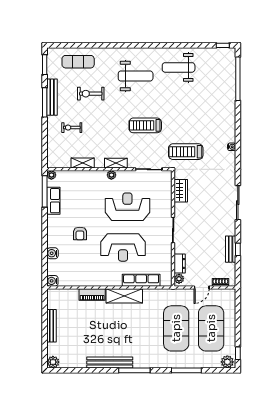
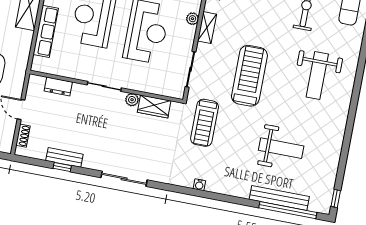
weight bench: (179, 67) -> (281, 148), moved, turned 90
bench: (230, 87) -> (279, 198), added
treadmill: (145, 125) -> (249, 76), width x1.37, depth x1.38
treadmill: (186, 152) -> (205, 123), turned 180
plant: (179, 279) -> (132, 100), moved

